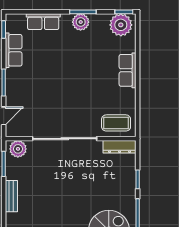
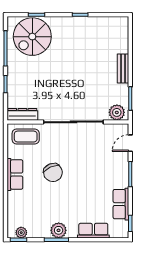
plant: (121, 25) -> (21, 233), width x0.53, depth x0.53
row of seats: (128, 70) -> (15, 175), moved
chair: (87, 84) -> (53, 173), added

